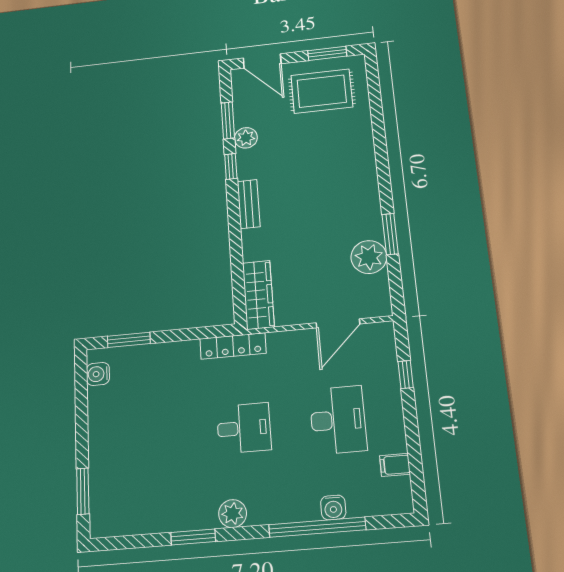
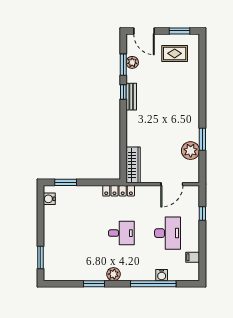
rug: (322, 91) -> (175, 53), width x0.73, depth x0.70
plant: (246, 138) -> (132, 62), moved
bench: (249, 204) -> (131, 97), moved

